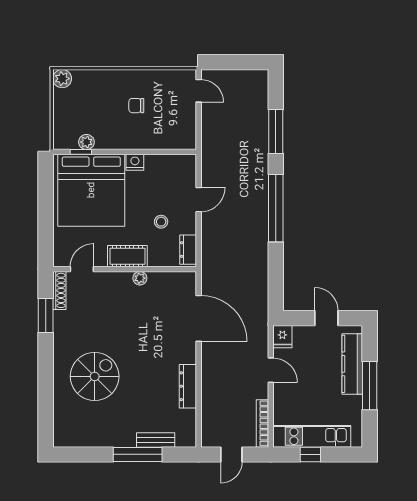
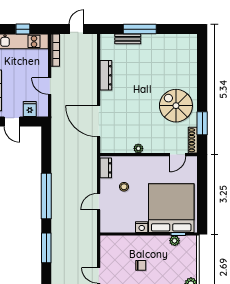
cot: (127, 256) -> (147, 163), removed
fridge: (282, 337) -> (30, 109), moved
spiral stairs: (95, 376) -> (176, 106), moved, turned 90

